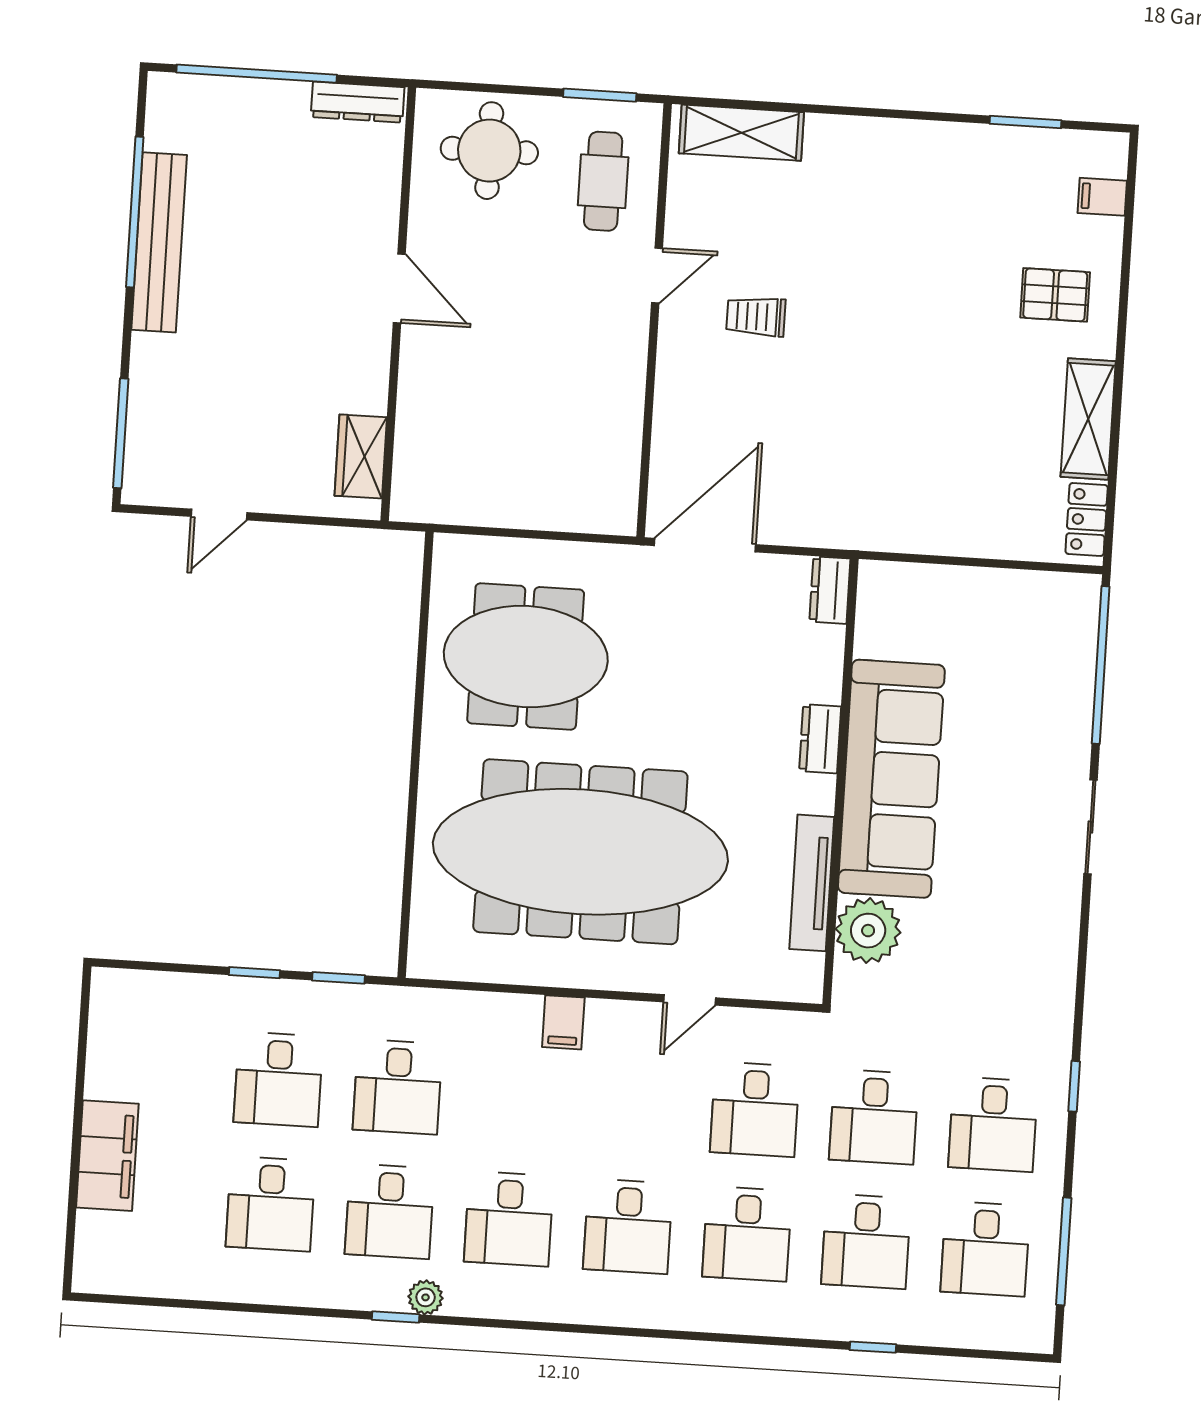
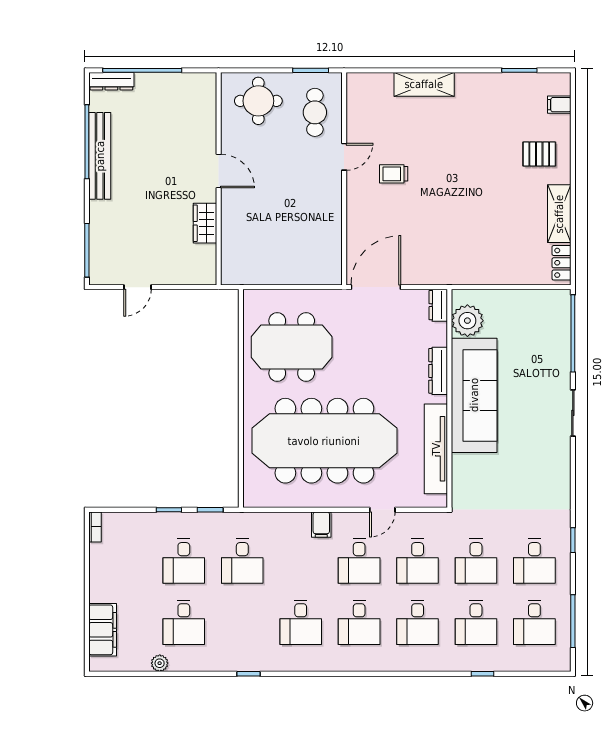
dresser: (358, 102) -> (111, 81), moved
shelving: (741, 133) -> (424, 84), moved
wardrobe: (361, 456) -> (205, 223), moved
dresser: (820, 739) -> (438, 371), width x1.44
tv unit: (812, 883) -> (436, 449), width x1.36, depth x1.29
plant: (868, 931) -> (467, 321), moved
bookcase: (102, 998) -> (95, 527), added
filing cabinet: (107, 1156) -> (103, 630), moved
desk: (390, 1211) -> (359, 561), moved
plant: (426, 1297) -> (160, 663), moved

